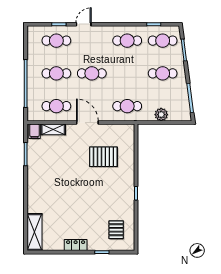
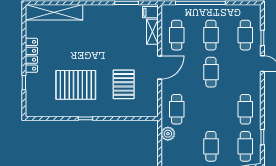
plant: (161, 115) -> (168, 134), moved
pallet: (116, 230) -> (76, 85), moved, width x2.05, depth x2.00
shelving: (35, 232) -> (54, 12), width x1.47
locker: (76, 245) -> (31, 55), width x1.53

